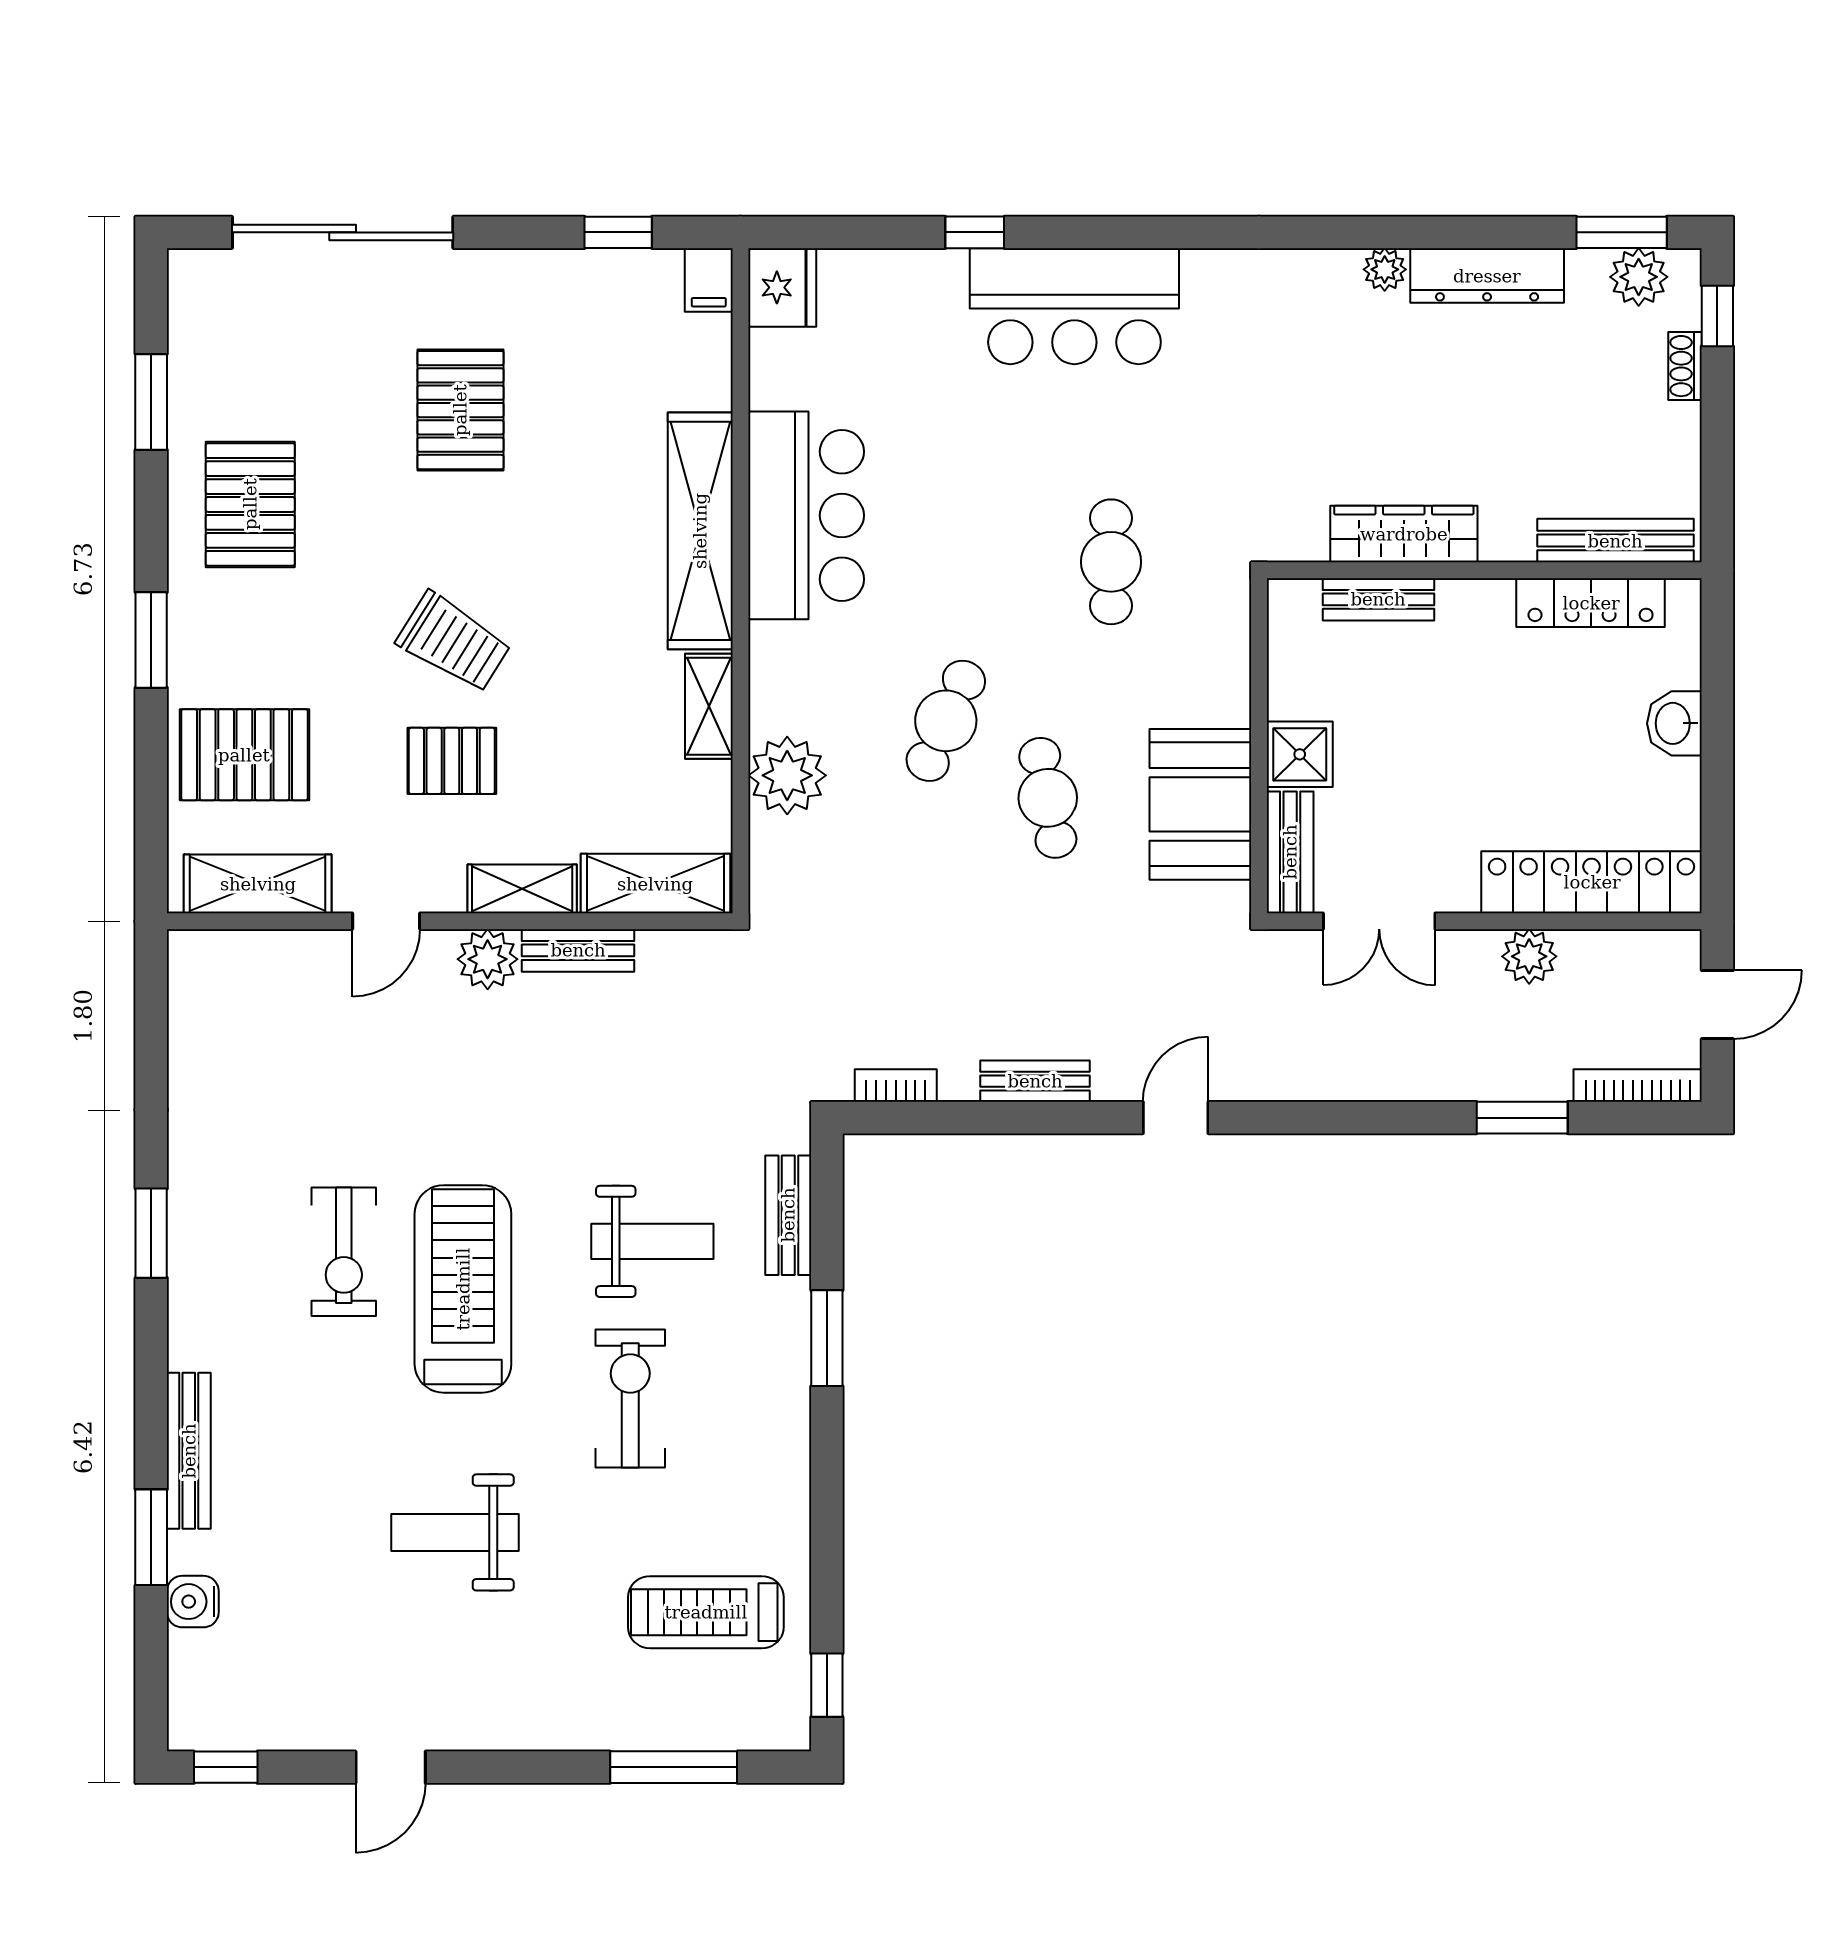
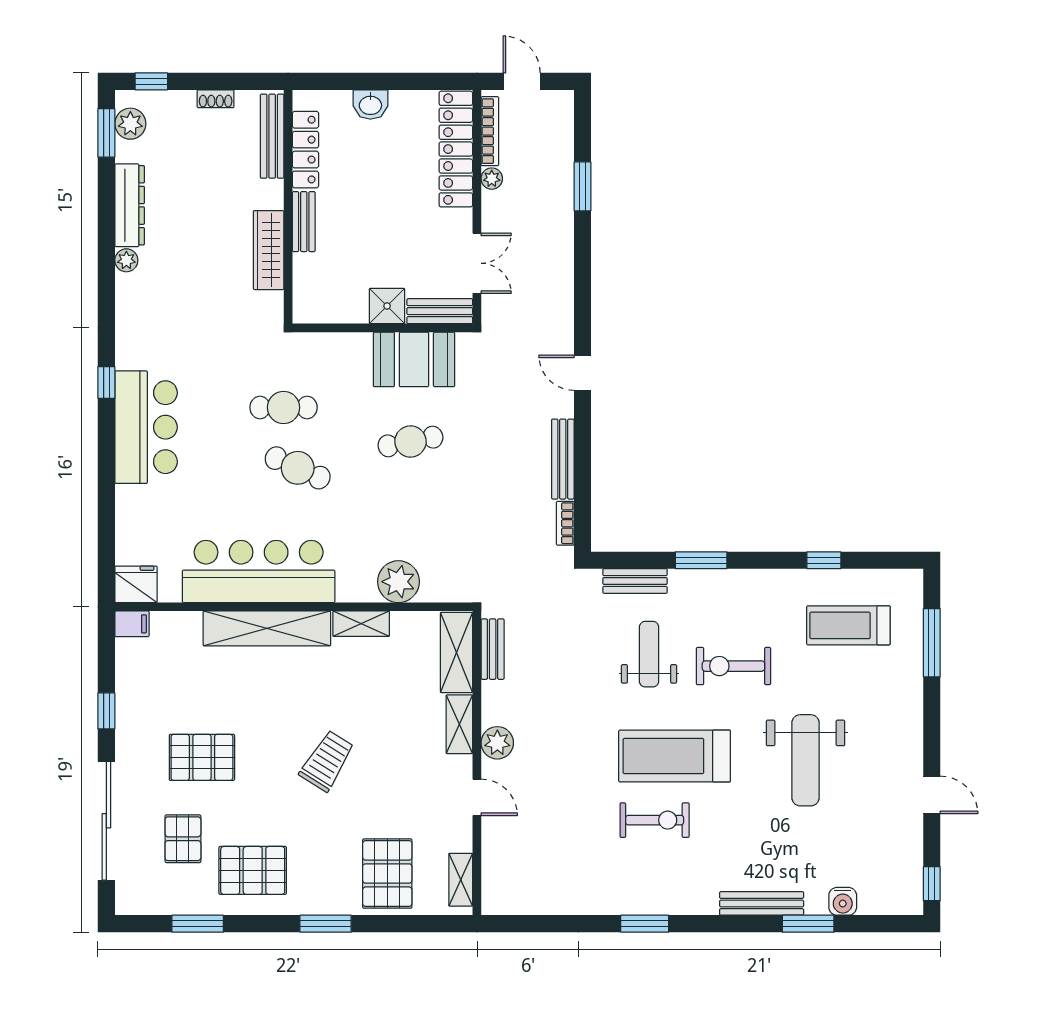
window: (618, 232) -> (106, 711), moved
window: (975, 232) -> (106, 383), moved
shoe rack: (1685, 366) -> (216, 99), moved
bar counter: (806, 515) -> (259, 571), width x1.36
bench: (1378, 599) -> (304, 222), moved
cafe table: (946, 721) -> (298, 468), moved
pallet: (452, 761) -> (183, 839), moved
shelving: (258, 884) -> (461, 880), width x0.67, depth x0.75
bench: (578, 950) -> (493, 649), moved
plant: (1529, 956) -> (492, 179), width x0.73, depth x0.73
bench: (1035, 1081) -> (563, 459), width x1.36
bookcase: (1638, 1086) -> (490, 131), moved, turned 180
weight bench: (455, 1532) -> (806, 760), width x1.36, depth x1.33
treadmill: (706, 1612) -> (848, 625), turned 90
window: (827, 1685) -> (824, 560), moved

